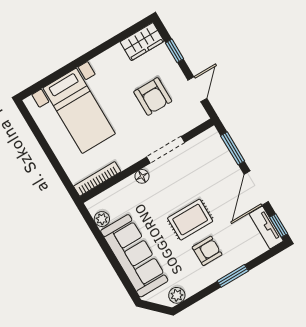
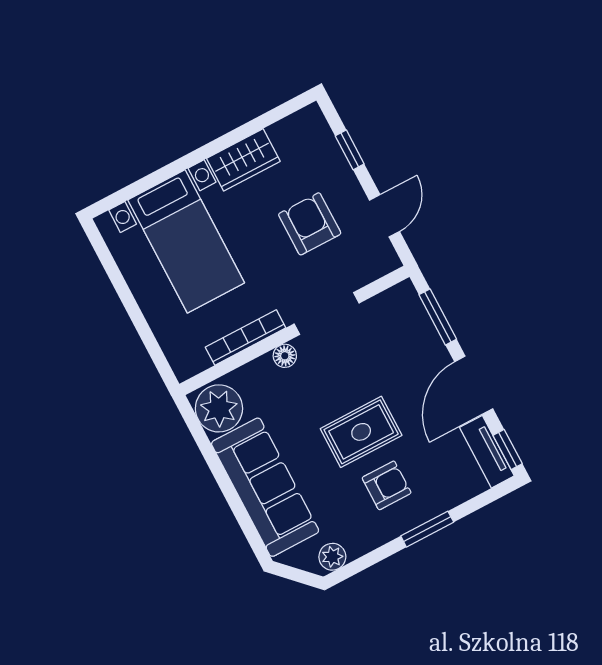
wardrobe: (142, 42) -> (243, 160), moved
armchair: (153, 96) -> (310, 224), turned 180
bookcase: (97, 179) -> (246, 337), moved
plant: (102, 219) -> (219, 408), width x1.87, depth x1.87

